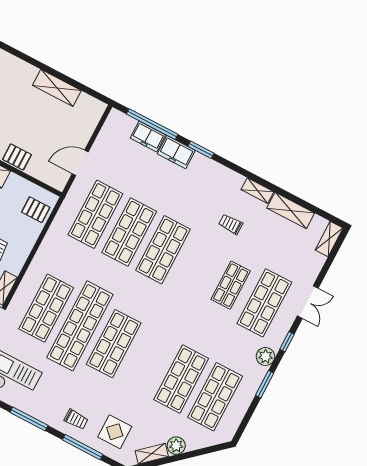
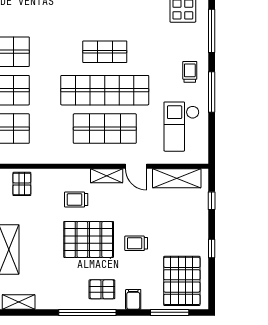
shop shelf: (114, 344) -> (105, 52), width x0.70, depth x0.74
trolley: (76, 419) -> (190, 72), moved

